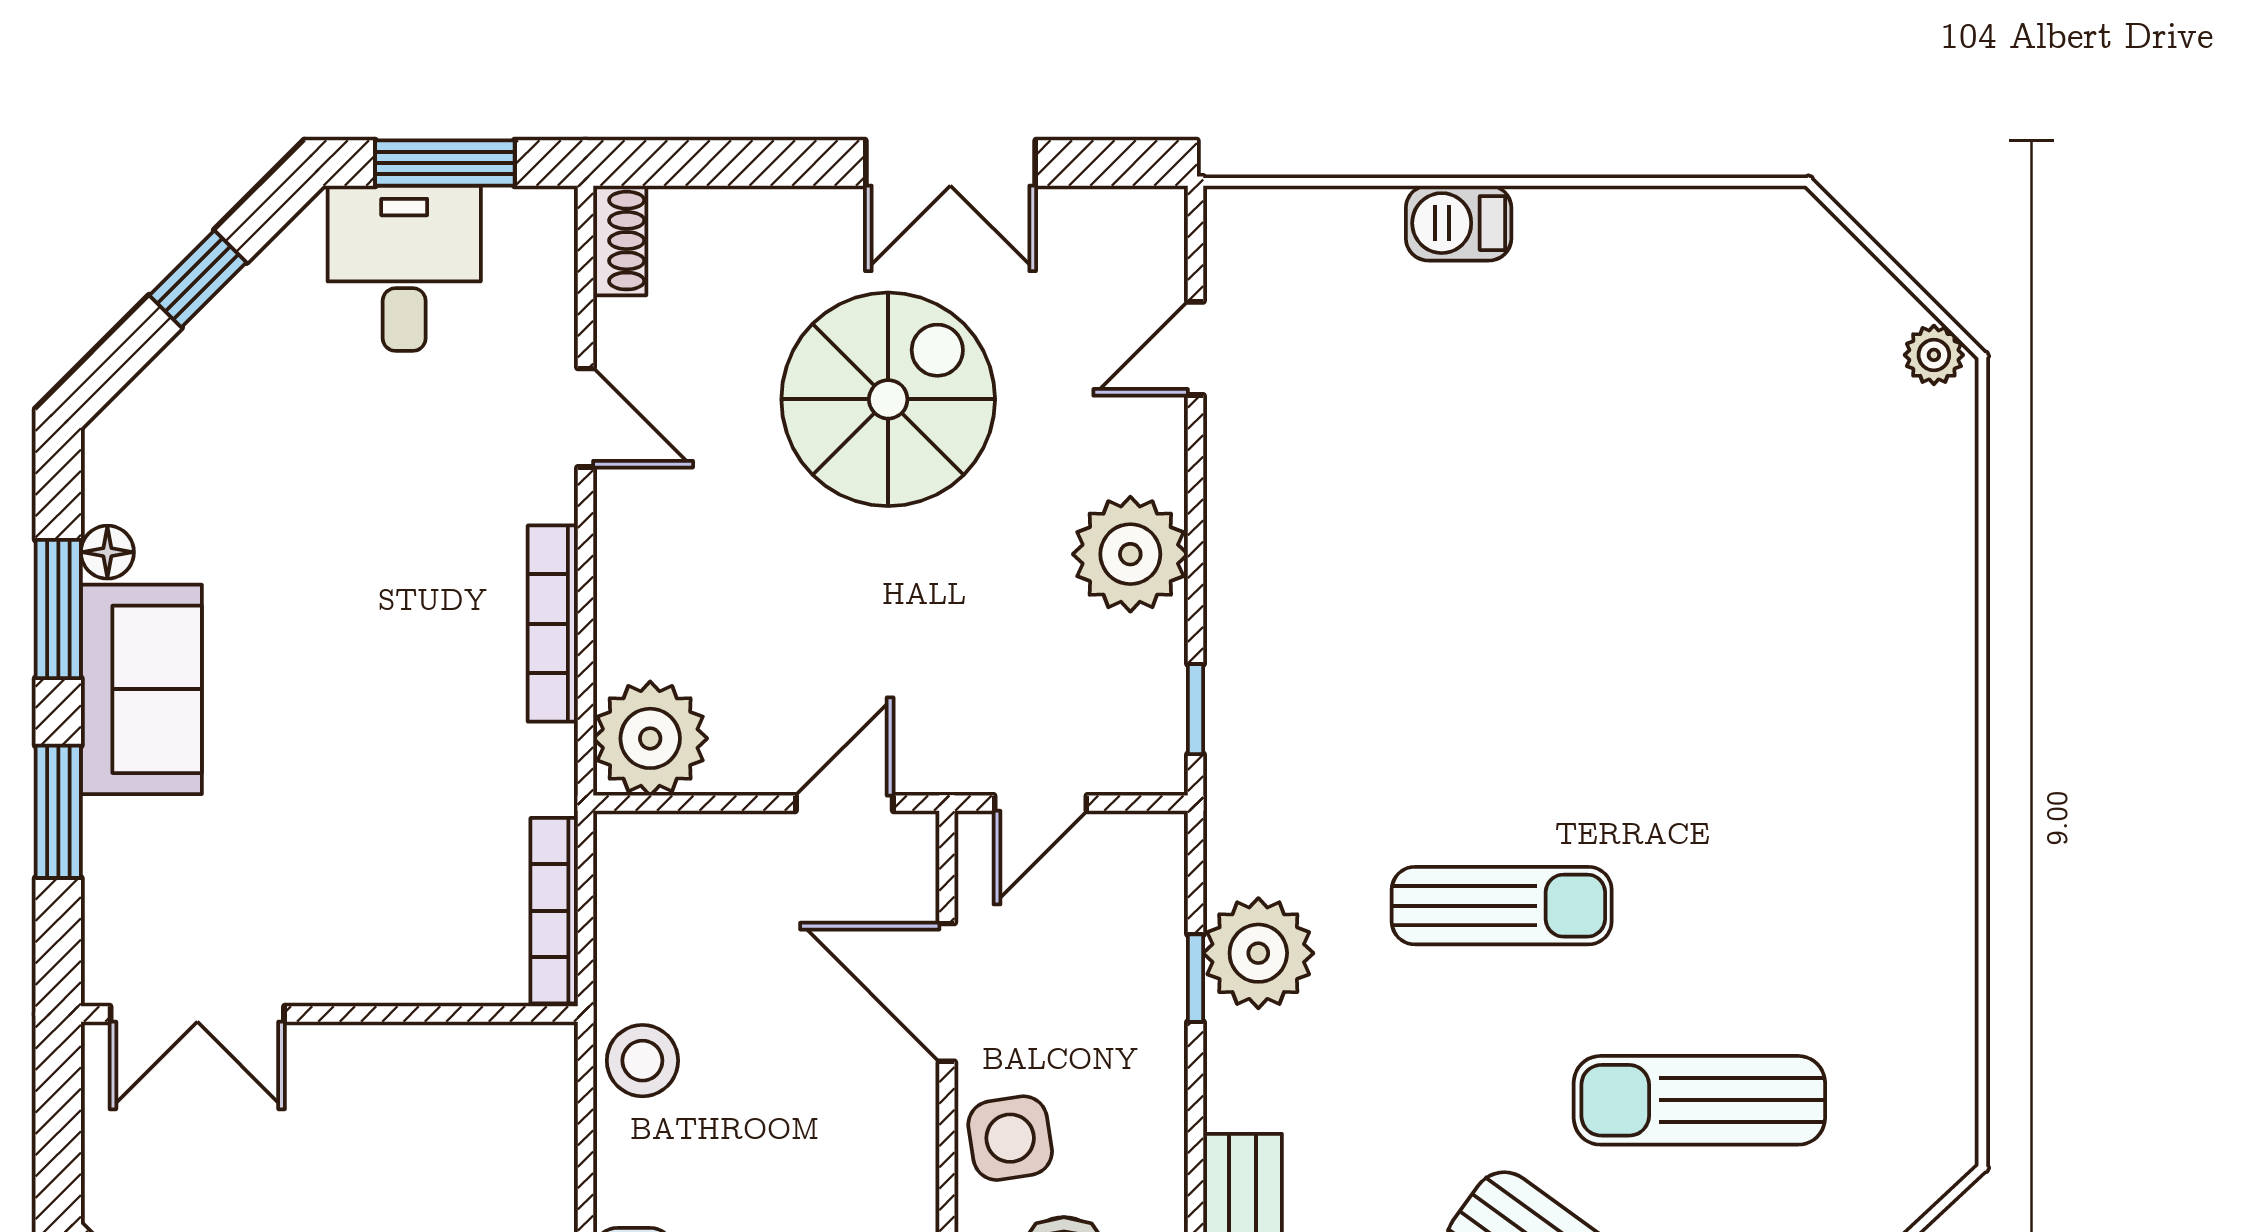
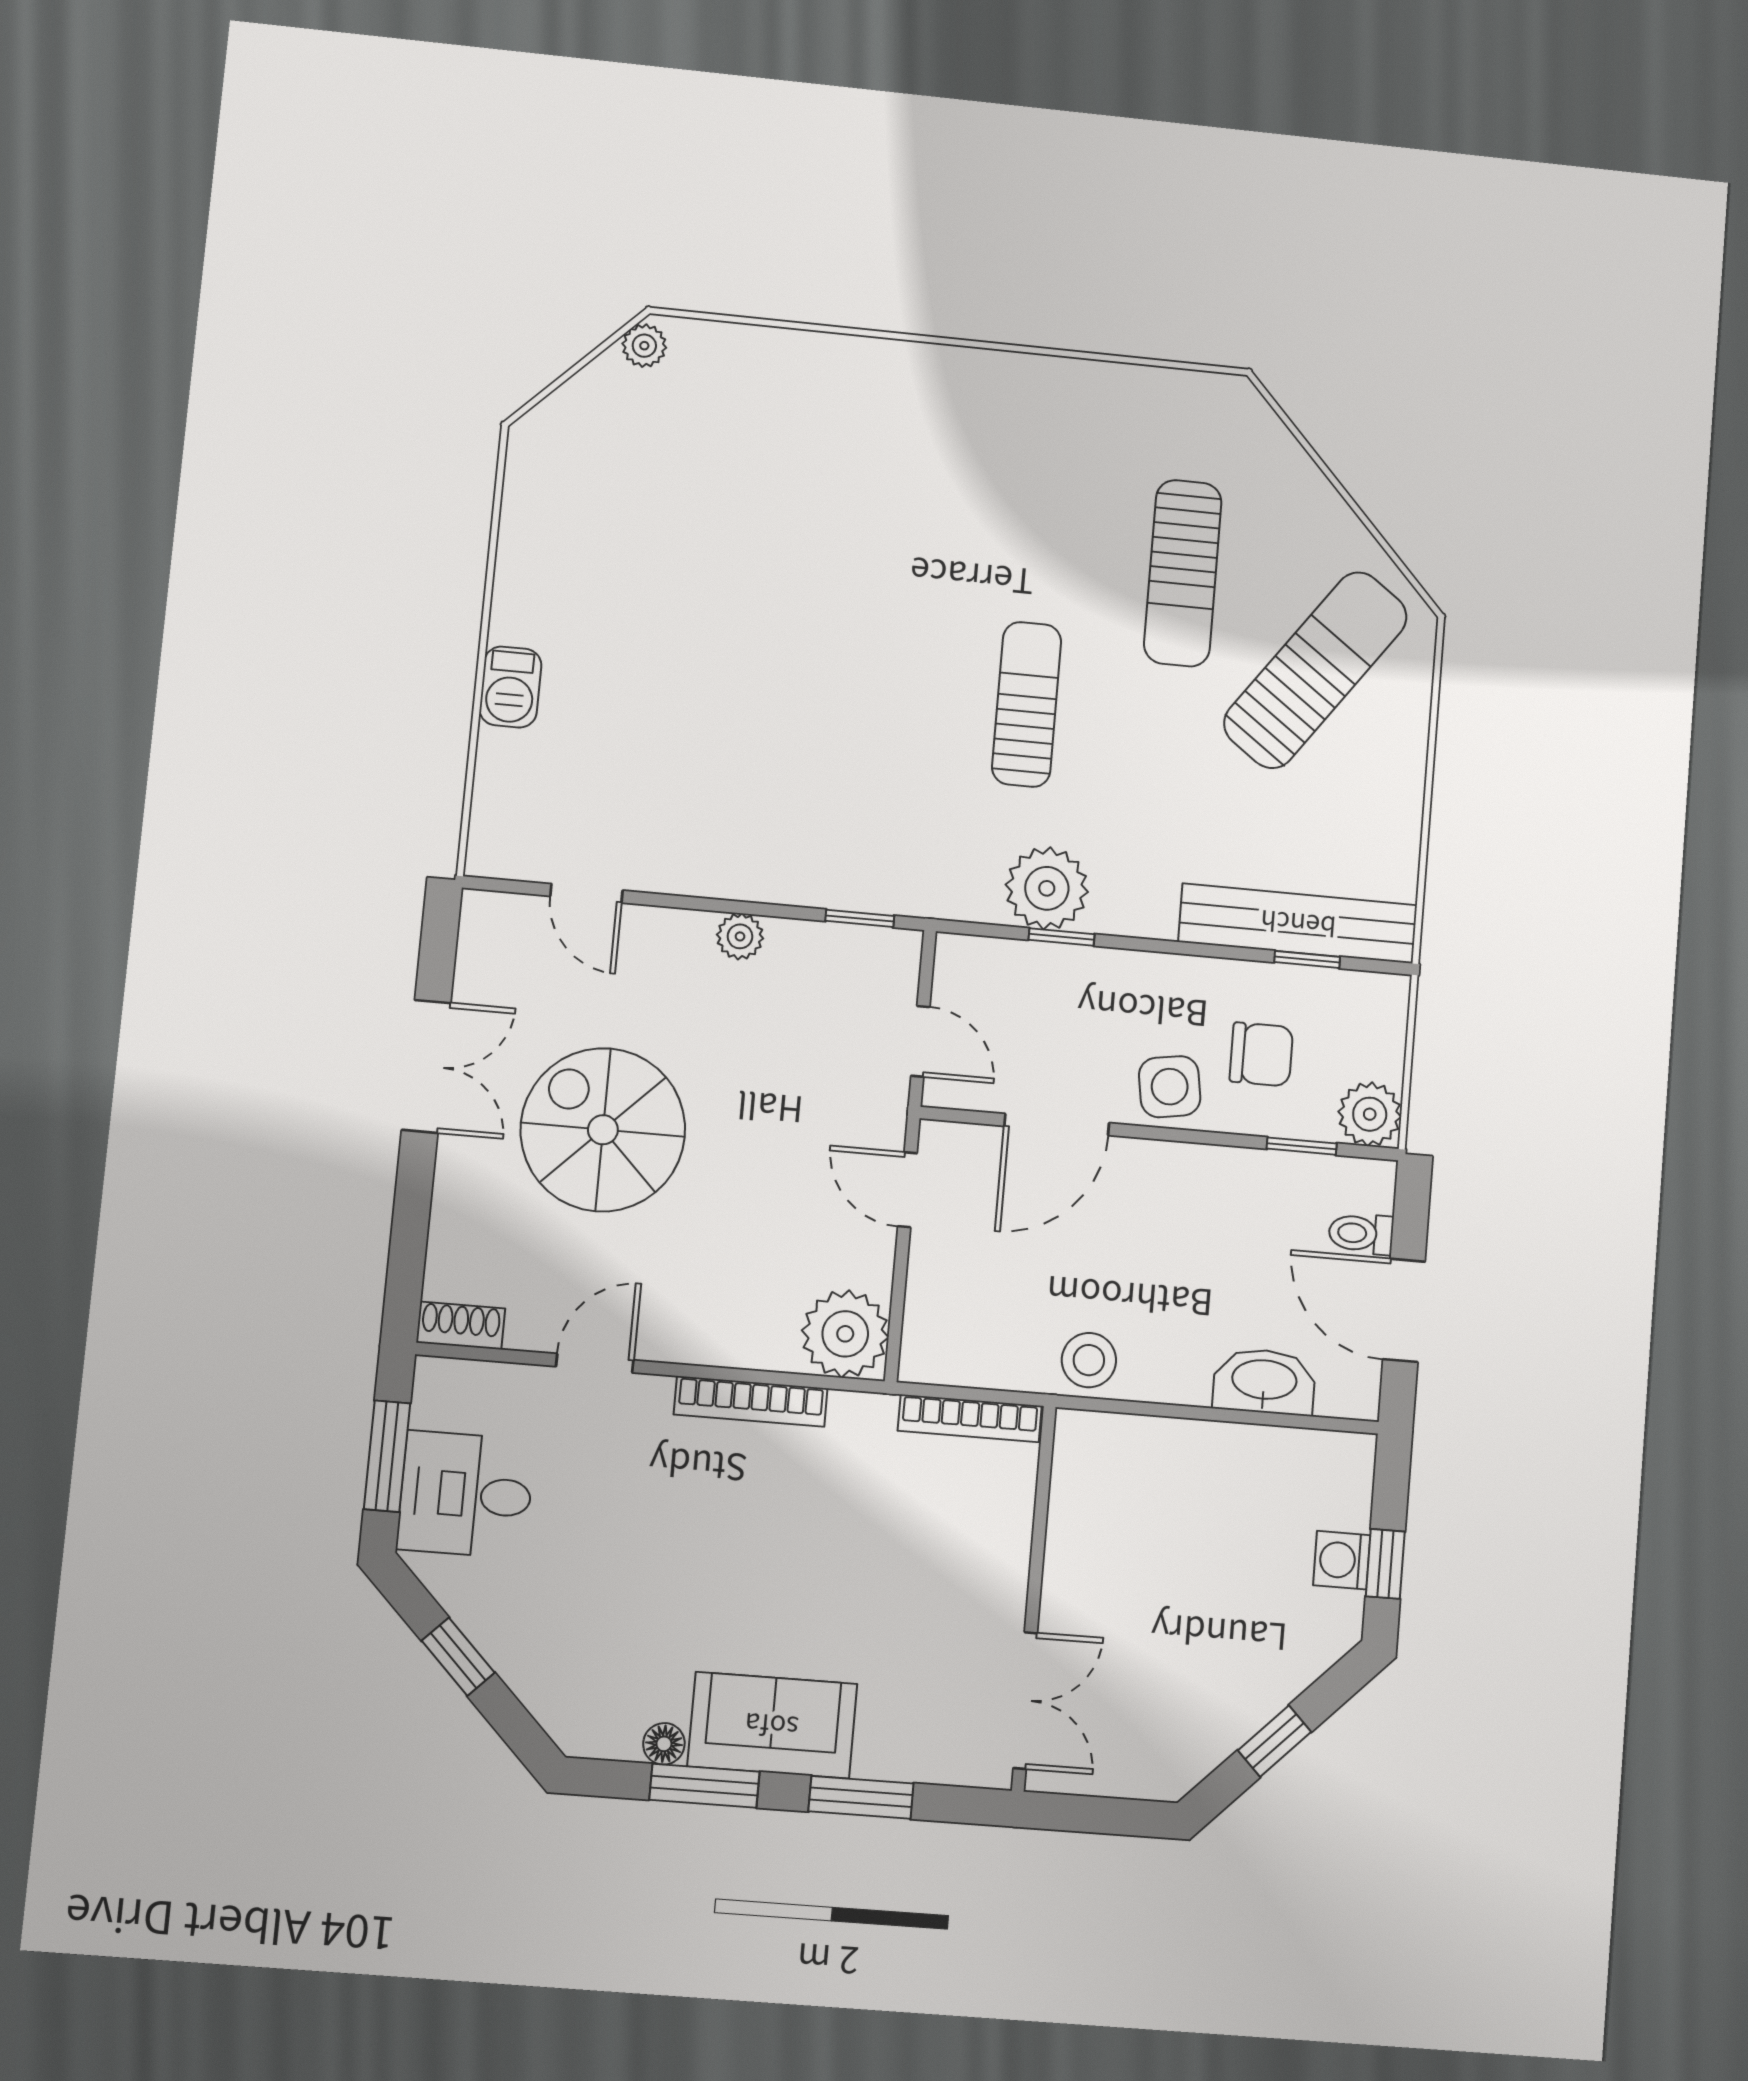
plant: (1130, 554) -> (740, 936), width x0.53, depth x0.53

